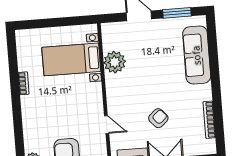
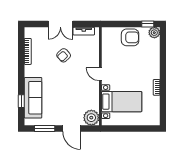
window: (213, 49) -> (21, 101), added
plant: (115, 62) -> (91, 118), moved
door: (107, 125) -> (100, 74), moved

